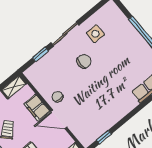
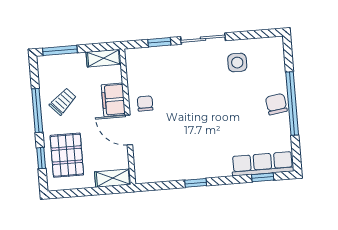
chair: (84, 61) -> (276, 104), moved, turned -98
window: (104, 137) -> (196, 183), moved

